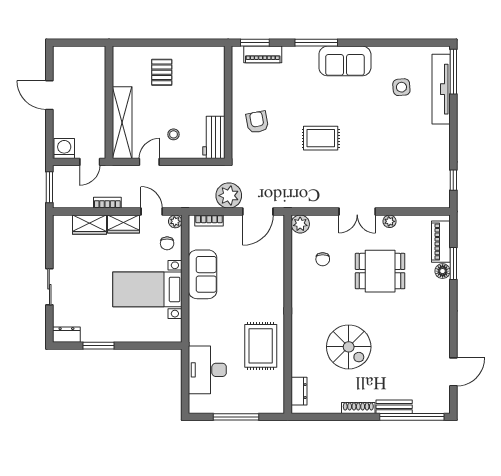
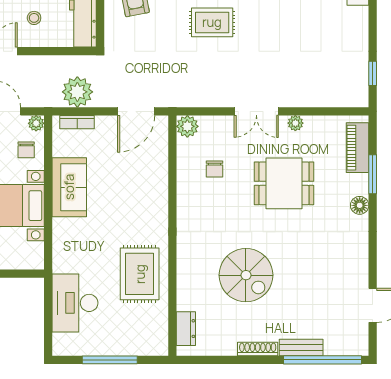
plant: (229, 196) -> (77, 92), moved
floor lamp: (443, 271) -> (360, 205), moved

